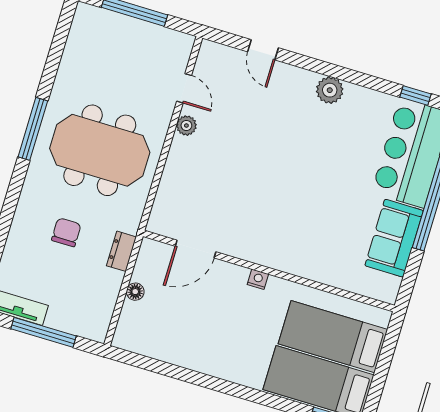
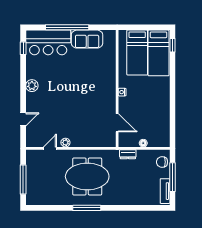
meeting table: (100, 150) -> (87, 176), turned 90
chair: (66, 232) -> (162, 162), moved

